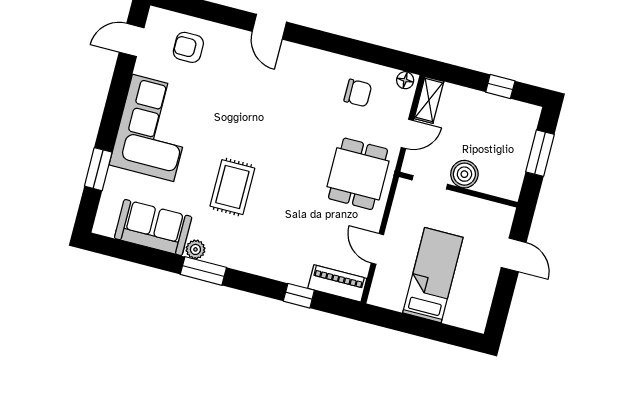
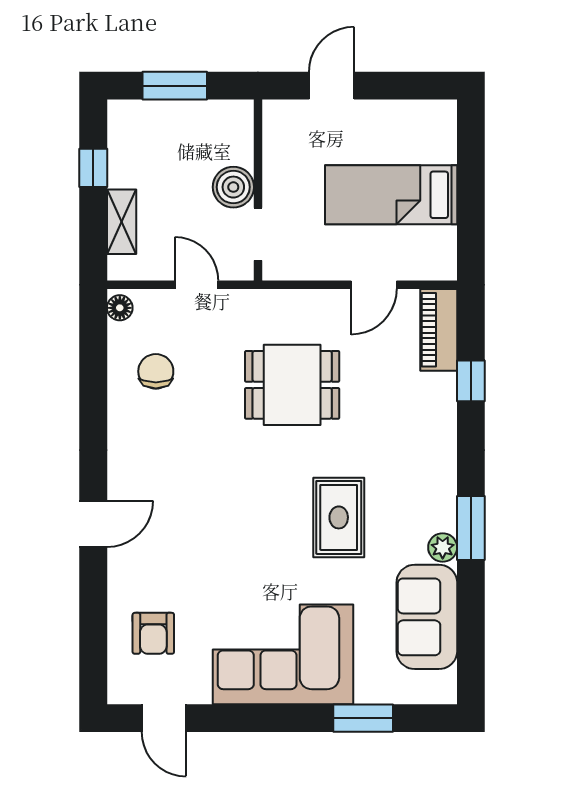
shelving: (429, 100) -> (122, 222), moved, turned 90
dining table: (358, 174) -> (292, 385), moved
rug: (232, 187) -> (339, 517), turned 90

